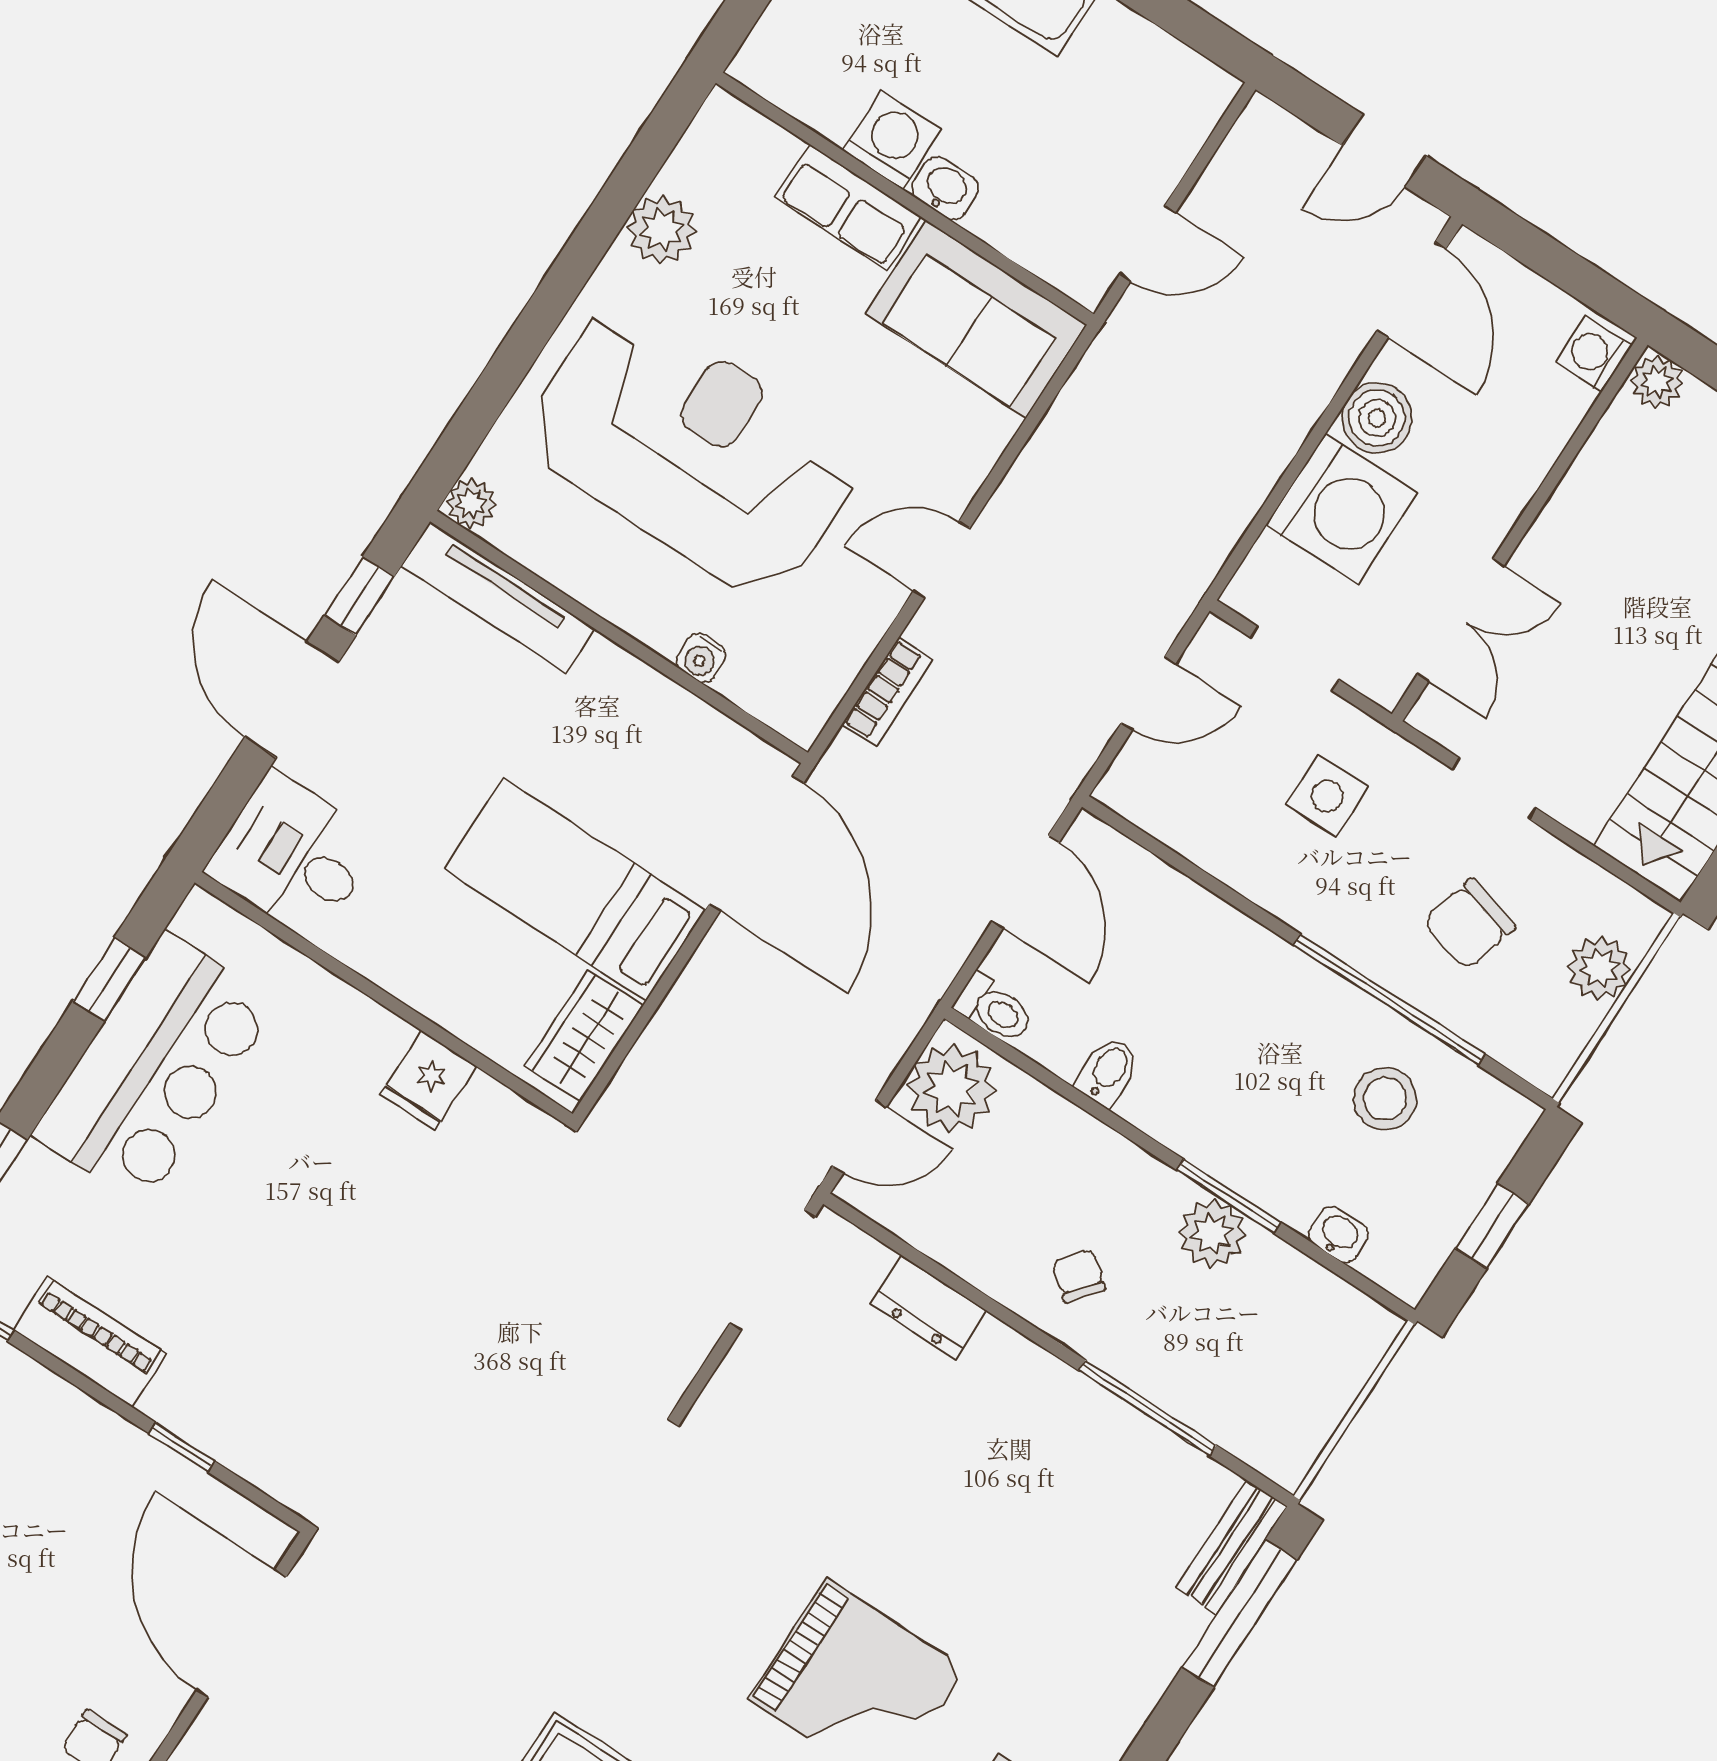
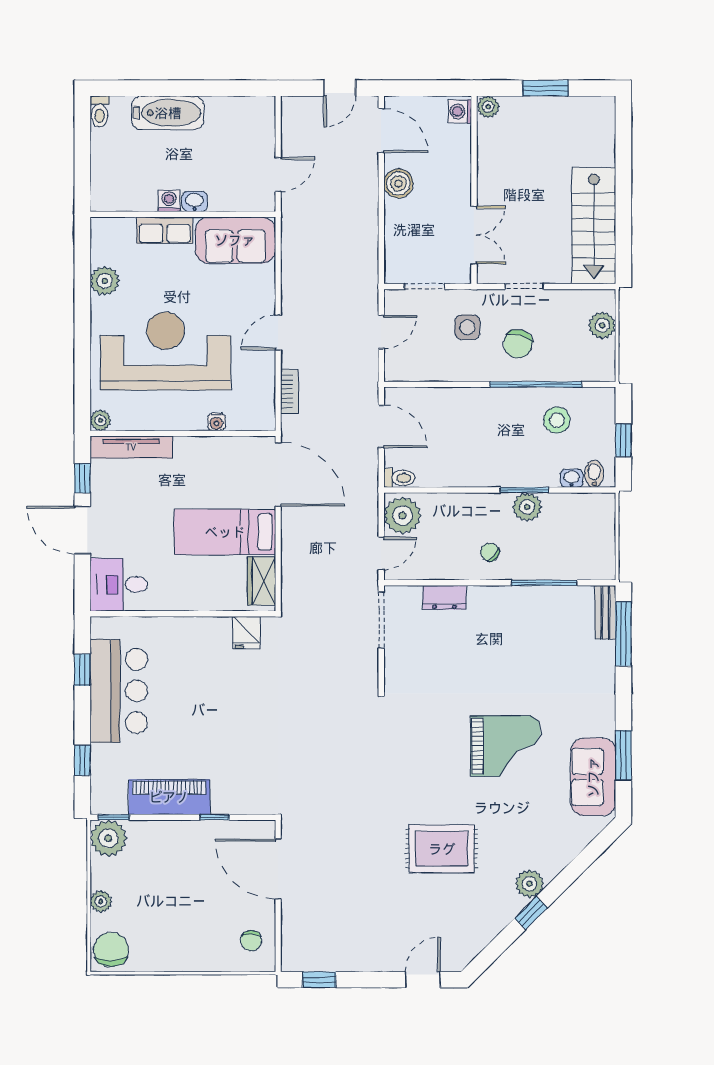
washing machine: (892, 140) -> (169, 201), width x0.73, depth x0.73
washing machine: (1342, 509) -> (407, 223), removed
chair: (1469, 924) -> (518, 344), moved
bidet: (1108, 1071) -> (594, 474), moved
fridge: (428, 1081) -> (246, 633), moved
piano: (90, 1342) -> (169, 797), width x1.37, depth x1.33

